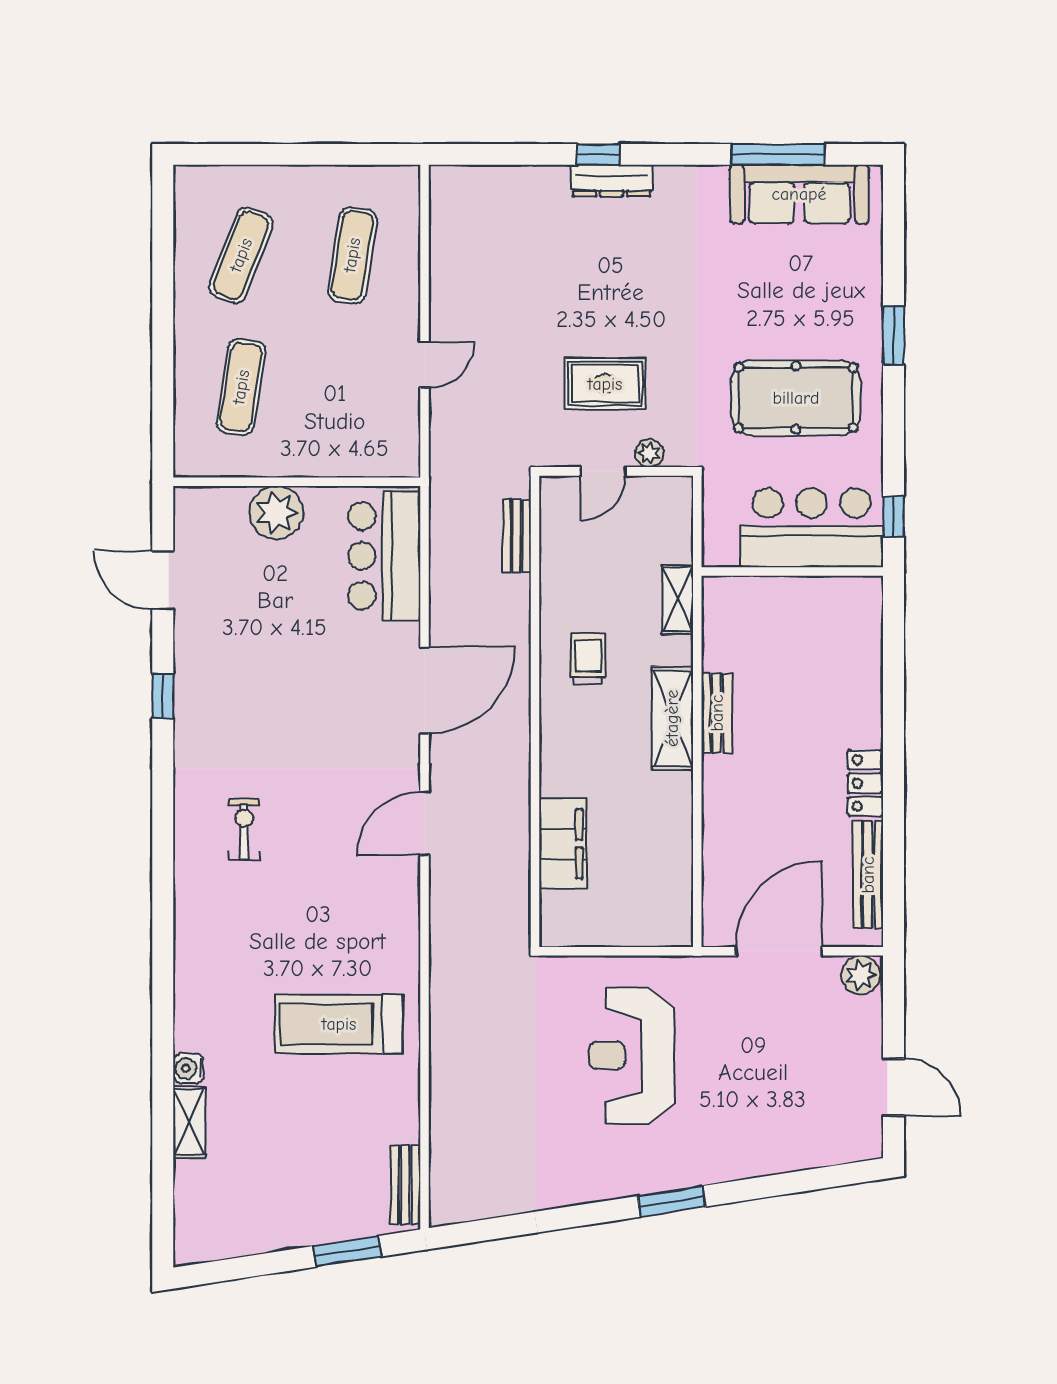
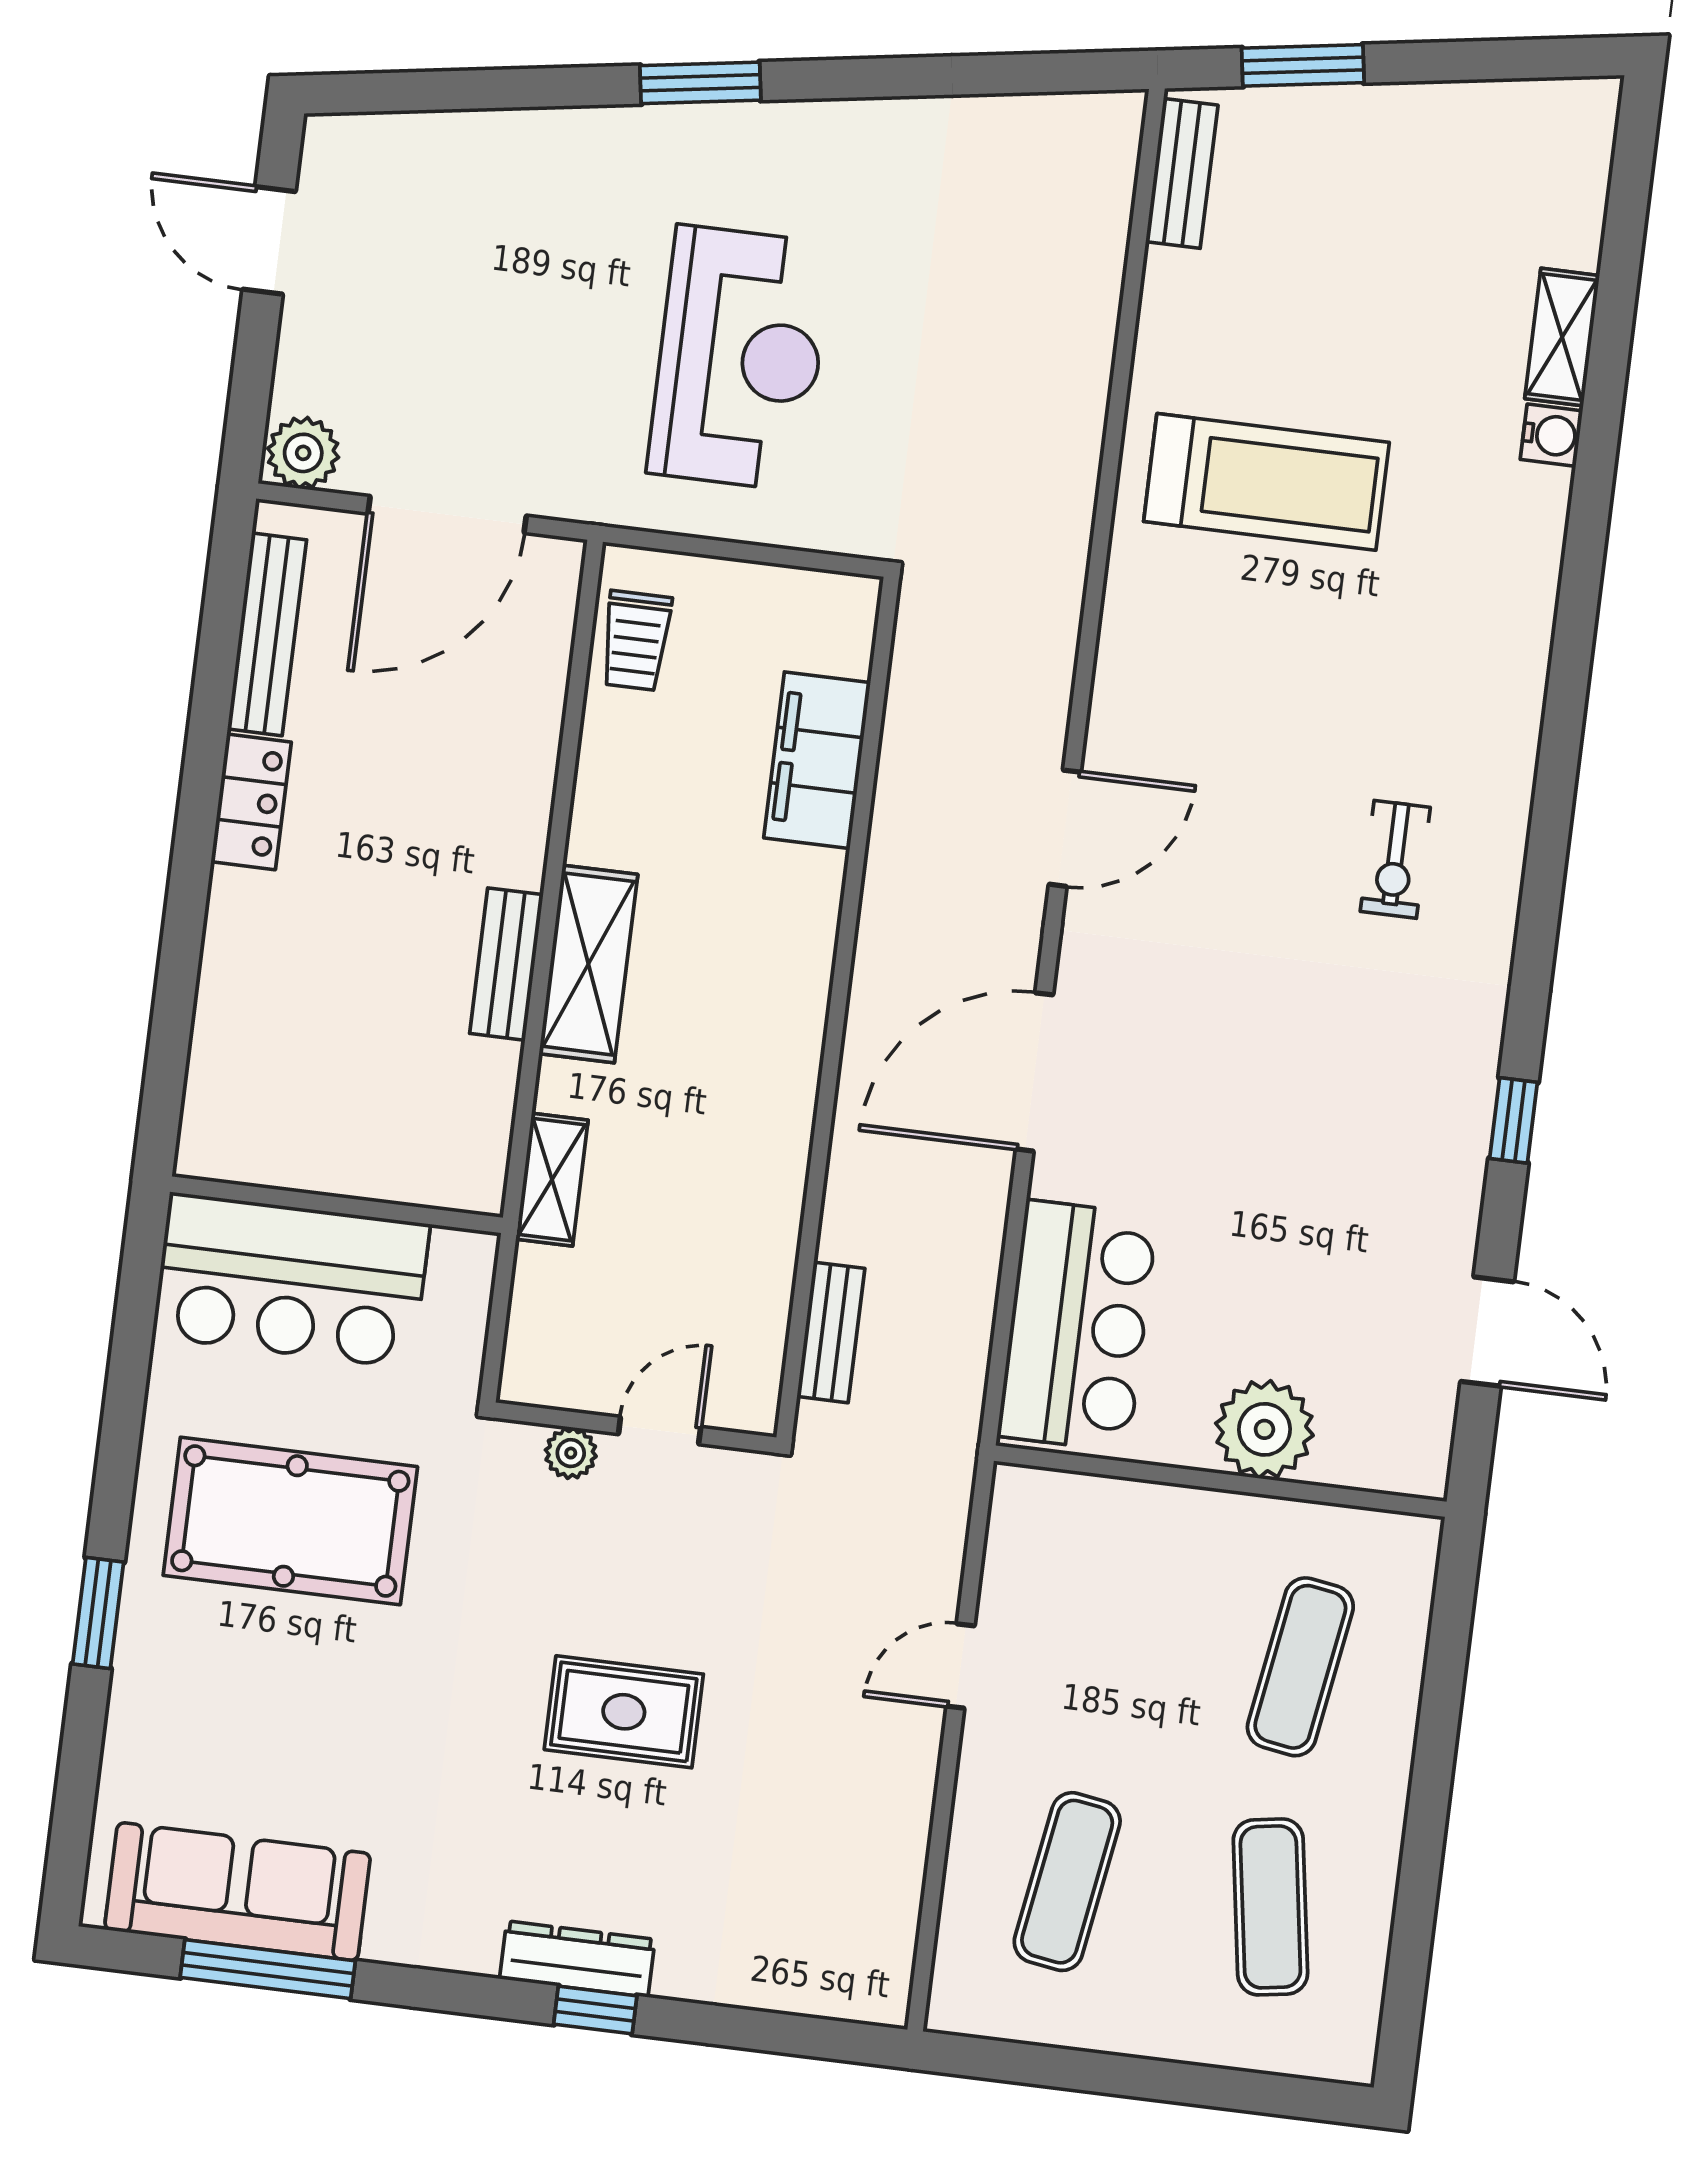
exercise mat: (241, 255) -> (1270, 1907), turned -30
rug: (605, 384) -> (624, 1712), moved
window: (893, 517) -> (139, 1282), removed
trolley: (588, 659) -> (636, 641), moved

